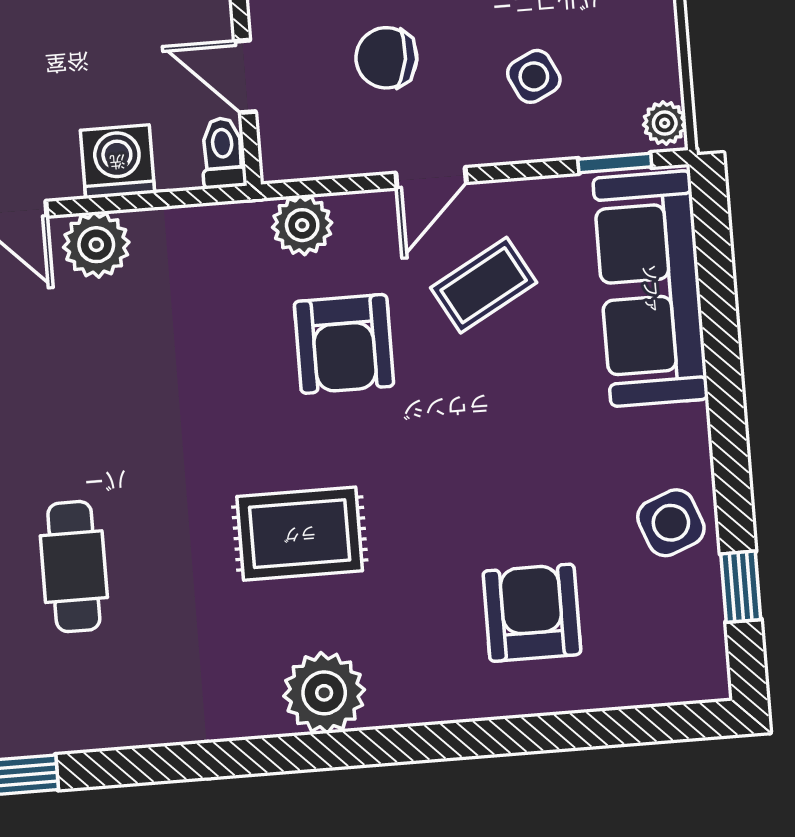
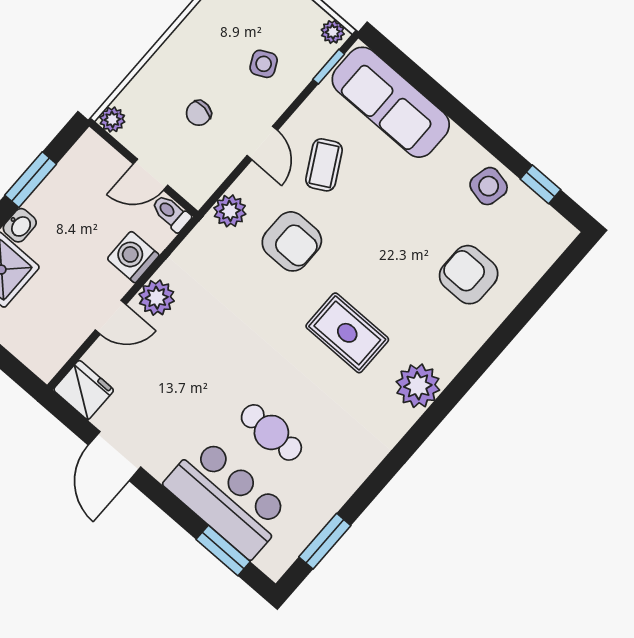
chair: (386, 58) -> (199, 113), width x0.73, depth x0.73
side table: (671, 523) -> (489, 186), turned 34
rug: (300, 534) -> (347, 333), turned 90

